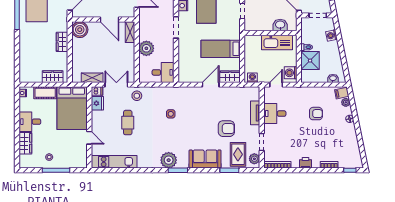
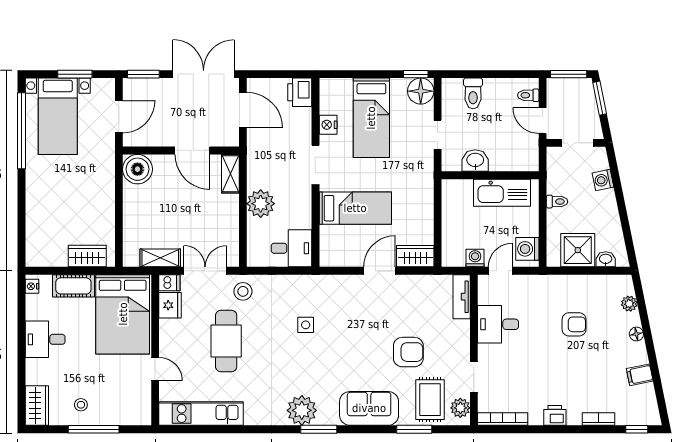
washbasin: (280, 25) -> (475, 161), moved
wardrobe: (62, 42) -> (105, 192), removed
bed: (221, 49) -> (355, 208), moved, turned 180
shower: (310, 61) -> (578, 250), moved
washing machine: (252, 78) -> (475, 258), moved
filing cabinet: (342, 93) -> (640, 375), moved
tv unit: (255, 113) -> (462, 297), moved
cafe table: (128, 123) -> (226, 341), width x1.37, depth x1.35
wardrobe: (25, 143) -> (37, 405), moved

